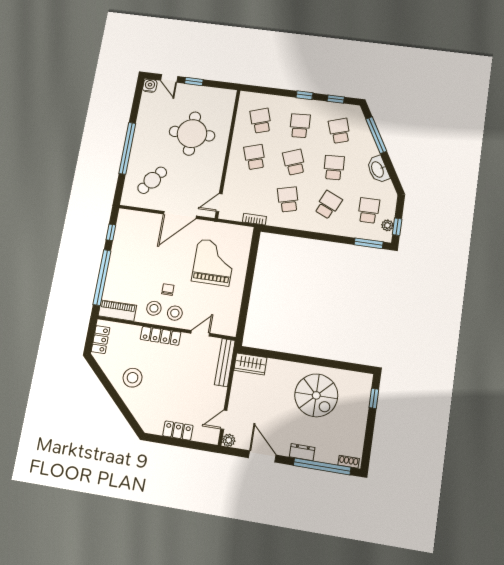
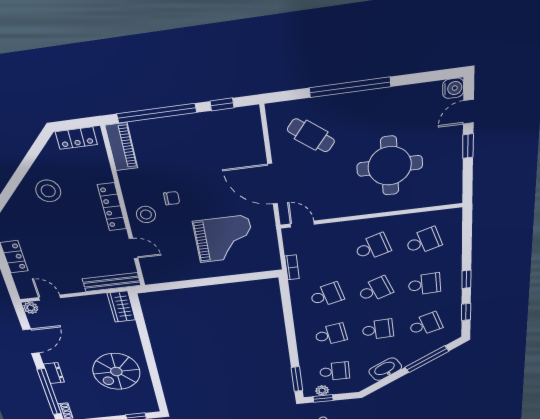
school desk: (328, 205) -> (331, 334), turned -33
stool: (154, 308) -> (142, 189), removed

